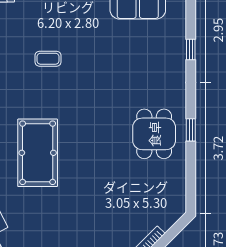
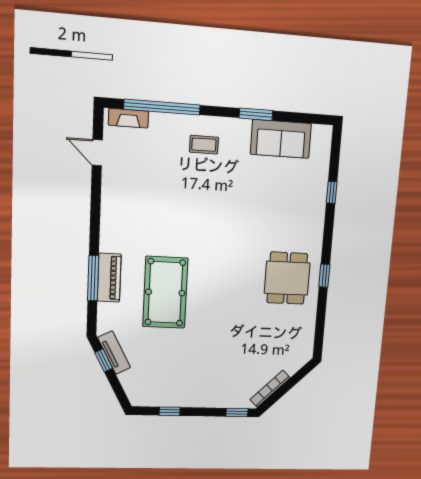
coffee table: (48, 59) -> (204, 145), moved

